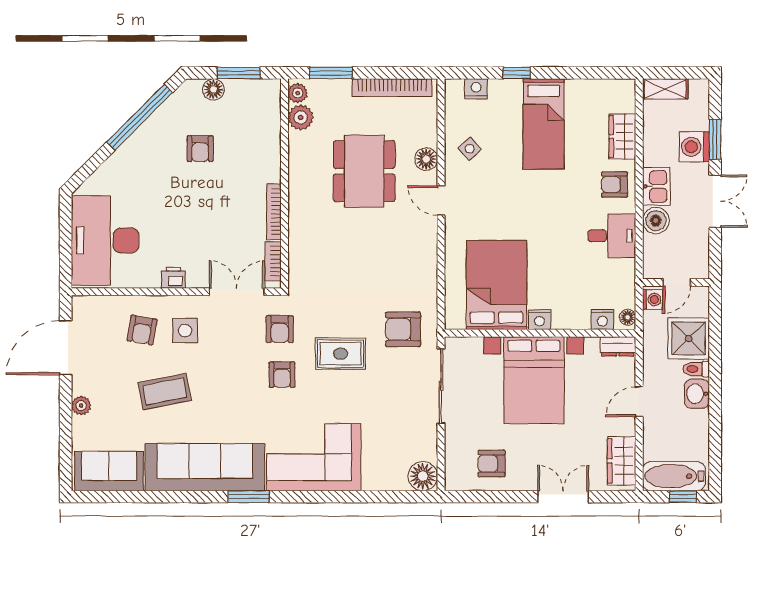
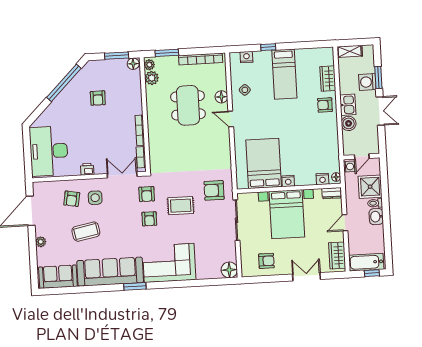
floor lamp: (213, 89) -> (133, 64), moved
desk: (612, 236) -> (325, 133), removed
armchair: (492, 464) -> (266, 261), turned 180

